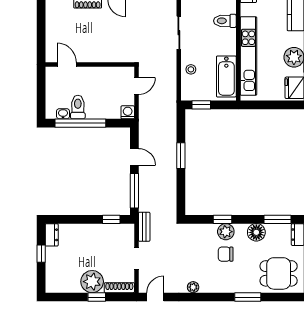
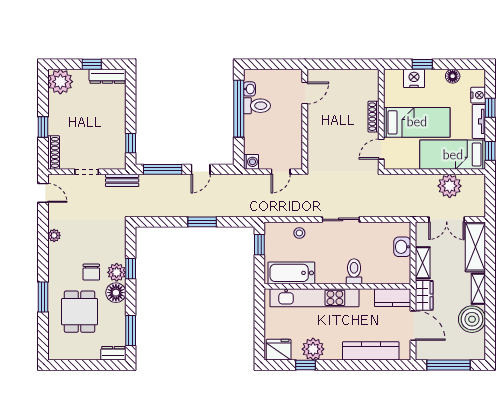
door: (136, 86) -> (281, 172), hinge flipped
floor lamp: (256, 232) -> (116, 293), moved
dresser: (52, 235) -> (107, 76), width x1.44
chair: (226, 254) -> (91, 272), turned 180
dining table: (279, 273) -> (80, 312), moved
plant: (92, 282) -> (60, 82), moved

